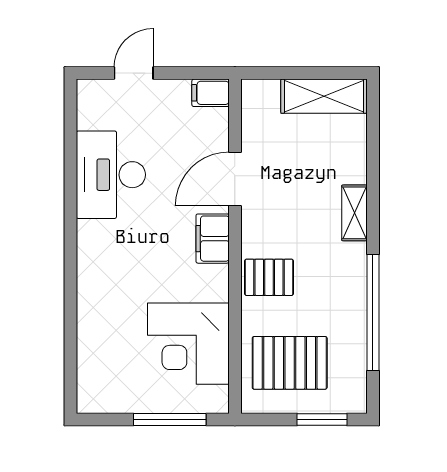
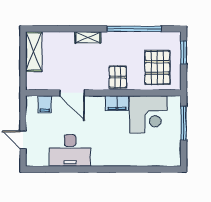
filing cabinet: (211, 93) -> (45, 104), moved
filing cabinet: (213, 239) -> (117, 103), moved

